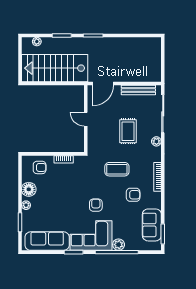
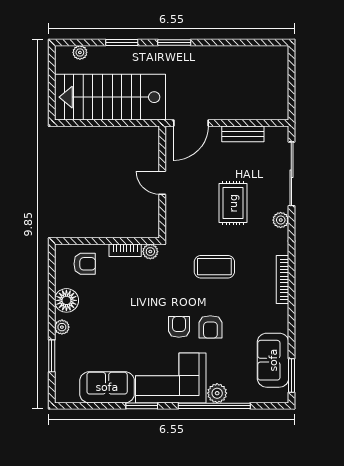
bench: (138, 90) -> (243, 134), width x0.73
plant: (79, 160) -> (150, 252), added
armchair: (133, 195) -> (210, 327), moved, turned 90
sofa: (47, 241) -> (107, 387), width x0.73

